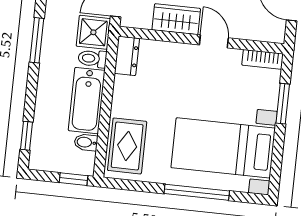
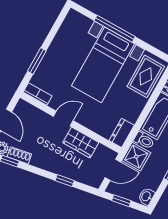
door: (214, 41) -> (63, 118), swing flipped
bed with nightstands: (223, 148) -> (103, 65), moved, turned 90

